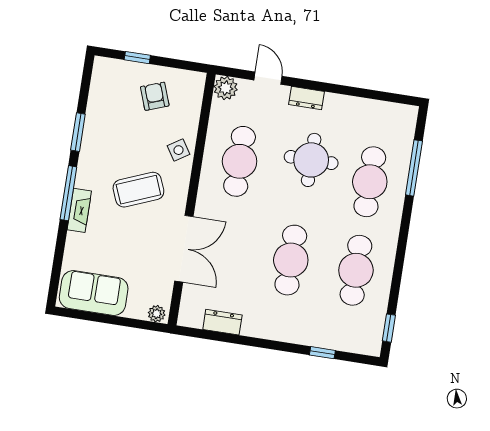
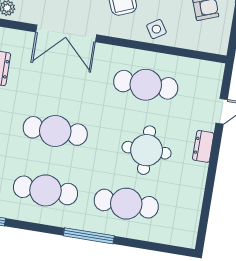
plant: (226, 88) -> (213, 72), removed
window: (414, 168) -> (89, 236), moved

